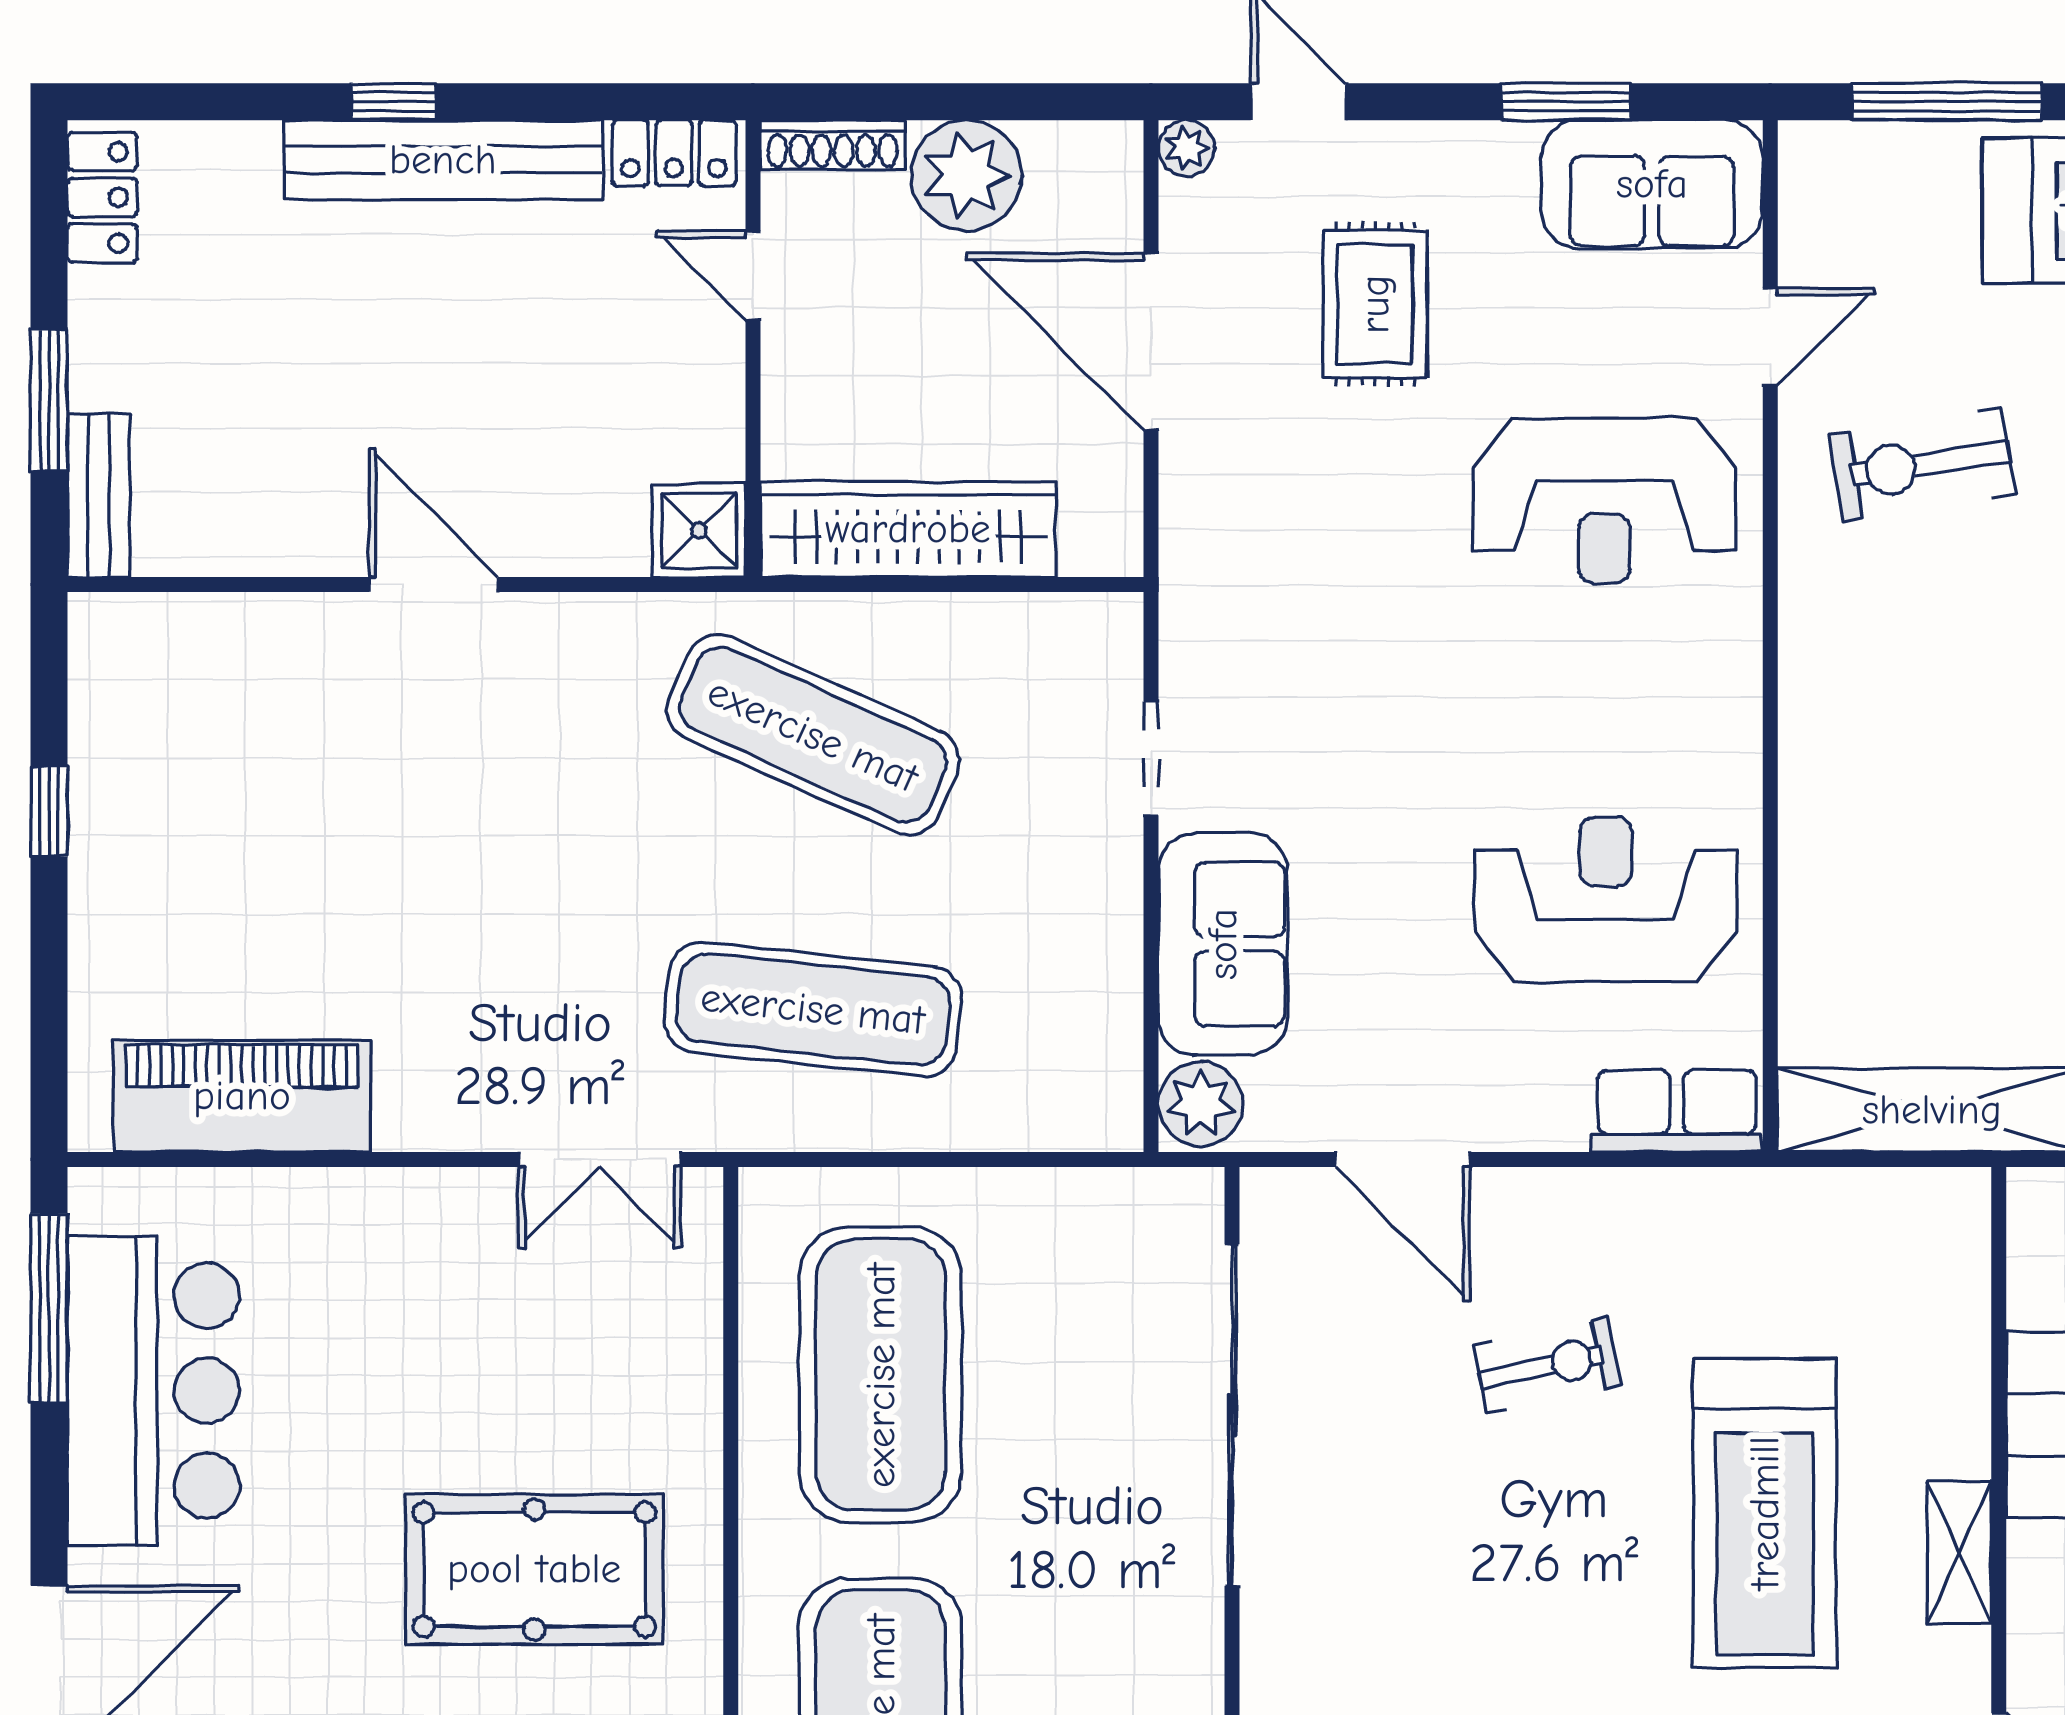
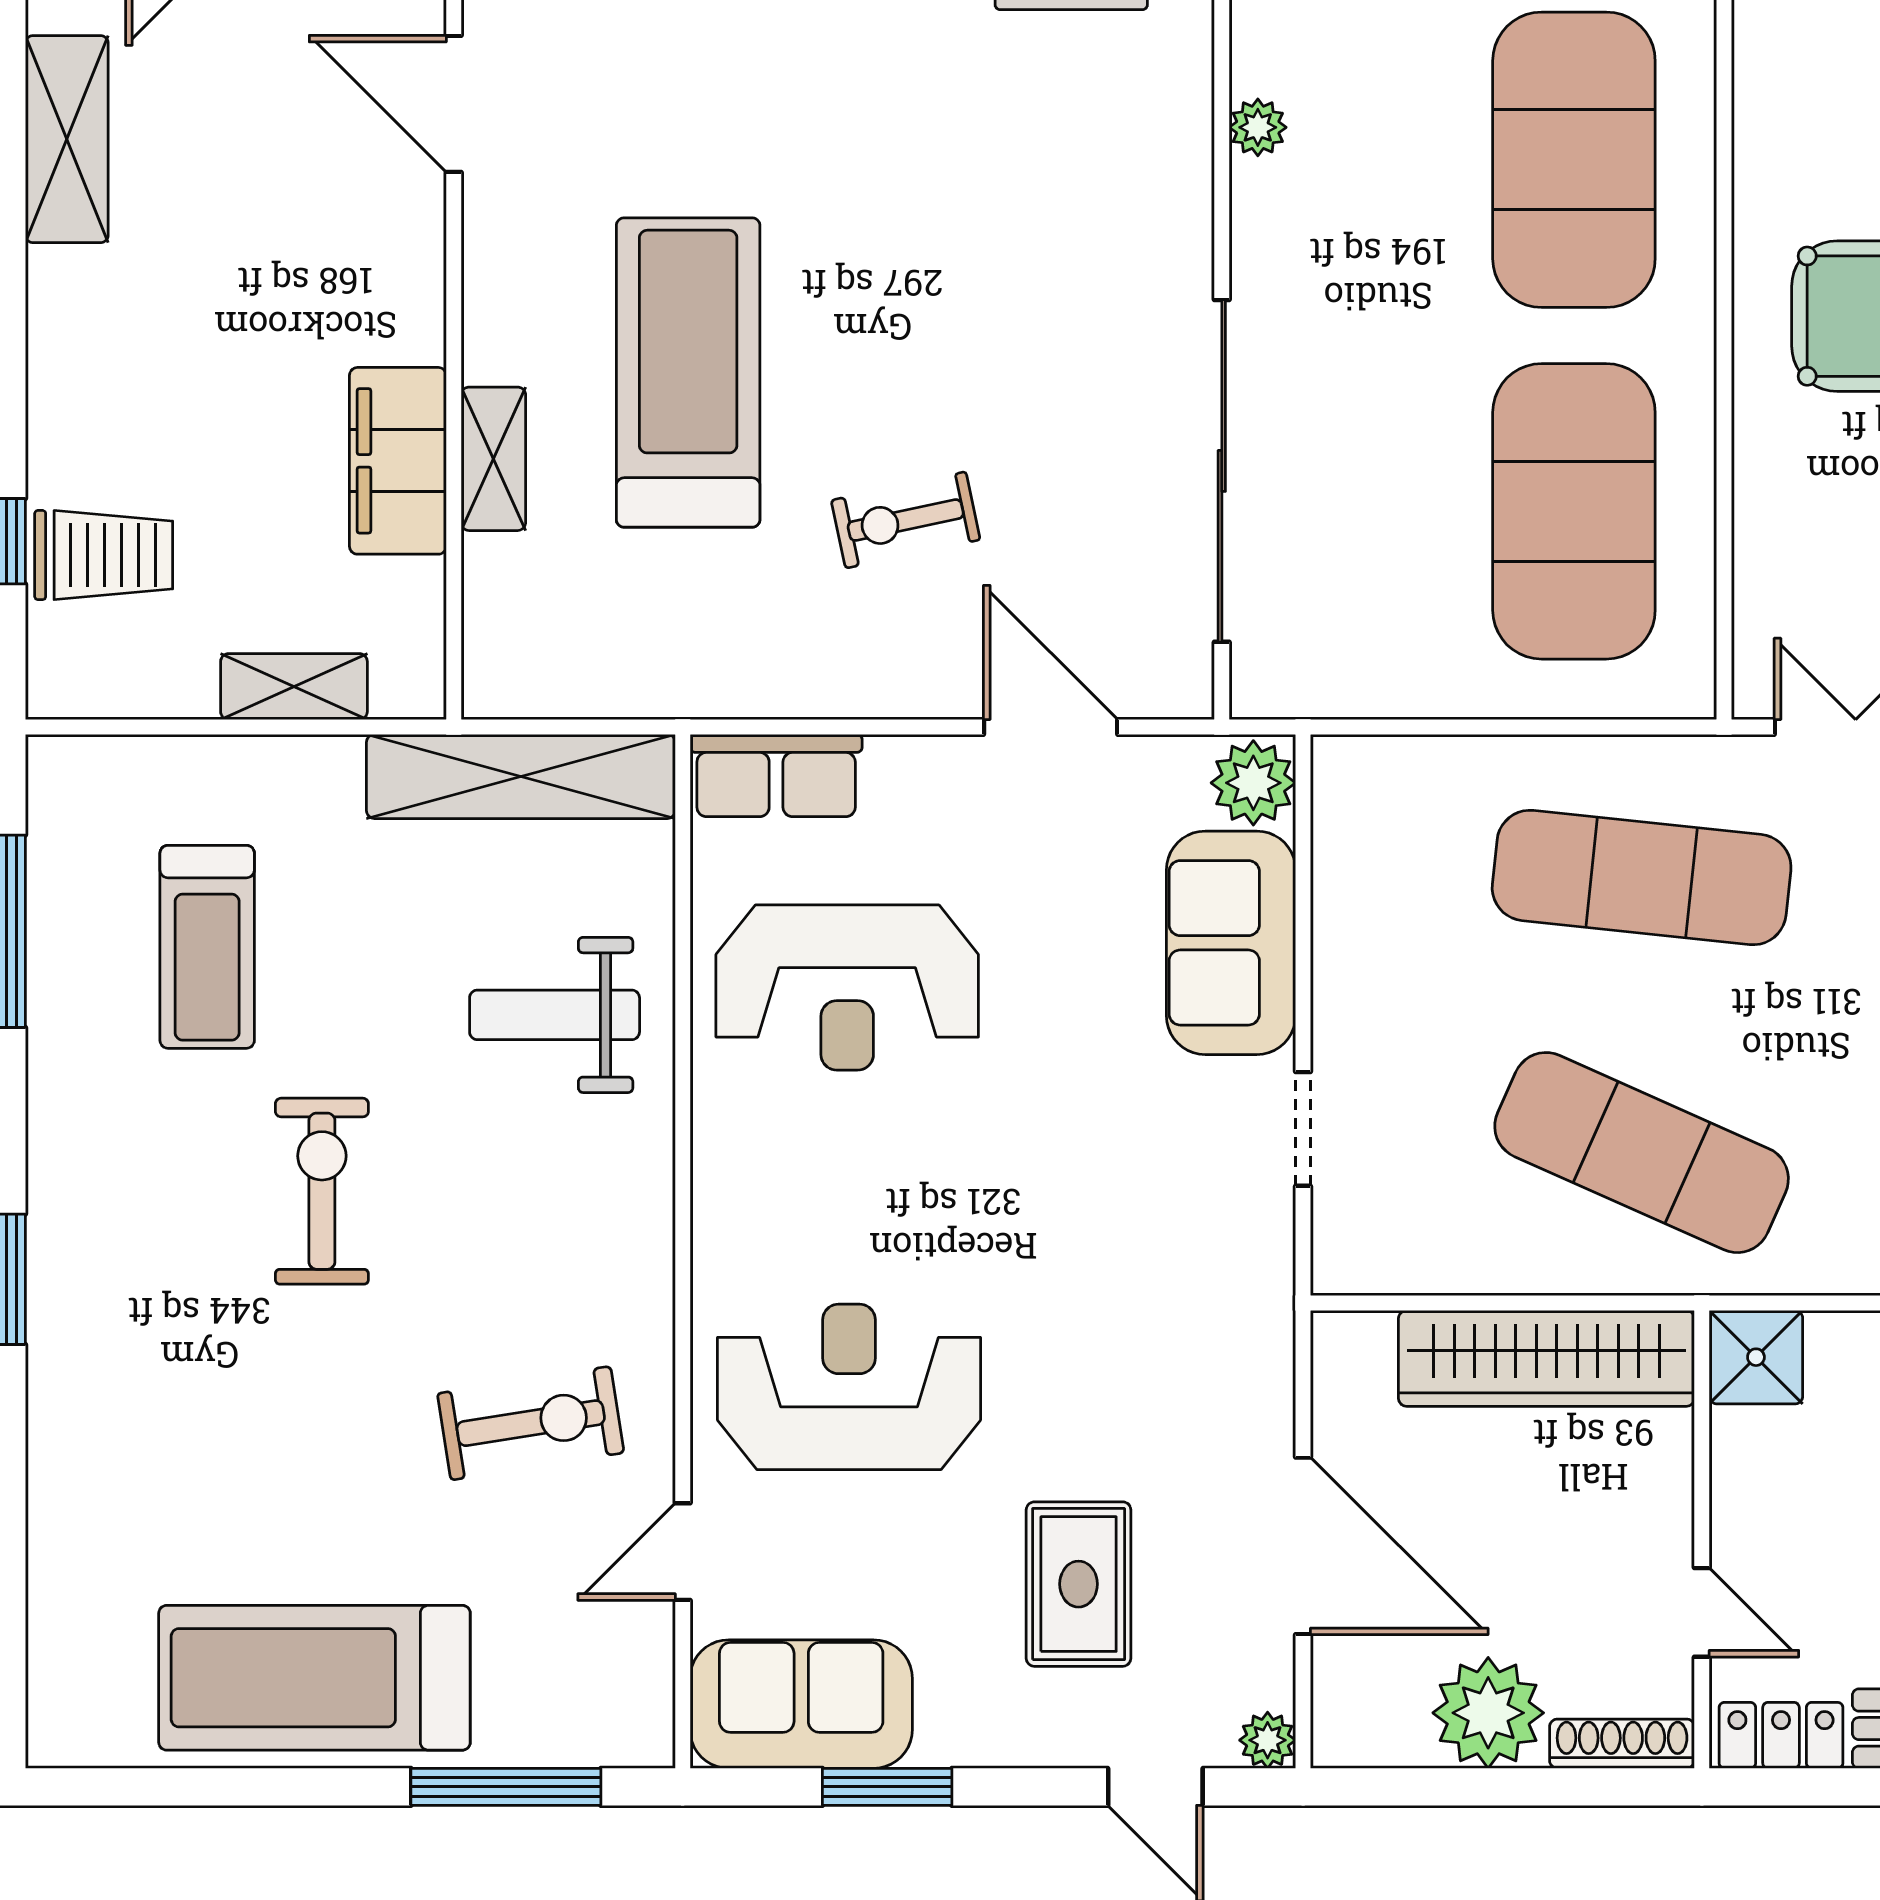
weight bench: (1898, 872) -> (555, 1015), added
shelving: (1959, 1552) -> (493, 459), moved

